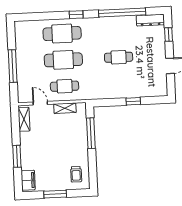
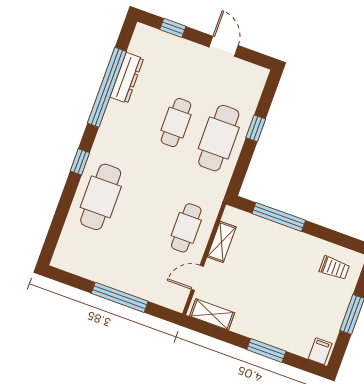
dresser: (150, 20) -> (127, 78), moved
cafe table: (63, 60) -> (219, 138), moved
filing cabinet: (28, 180) -> (320, 351), width x0.50

